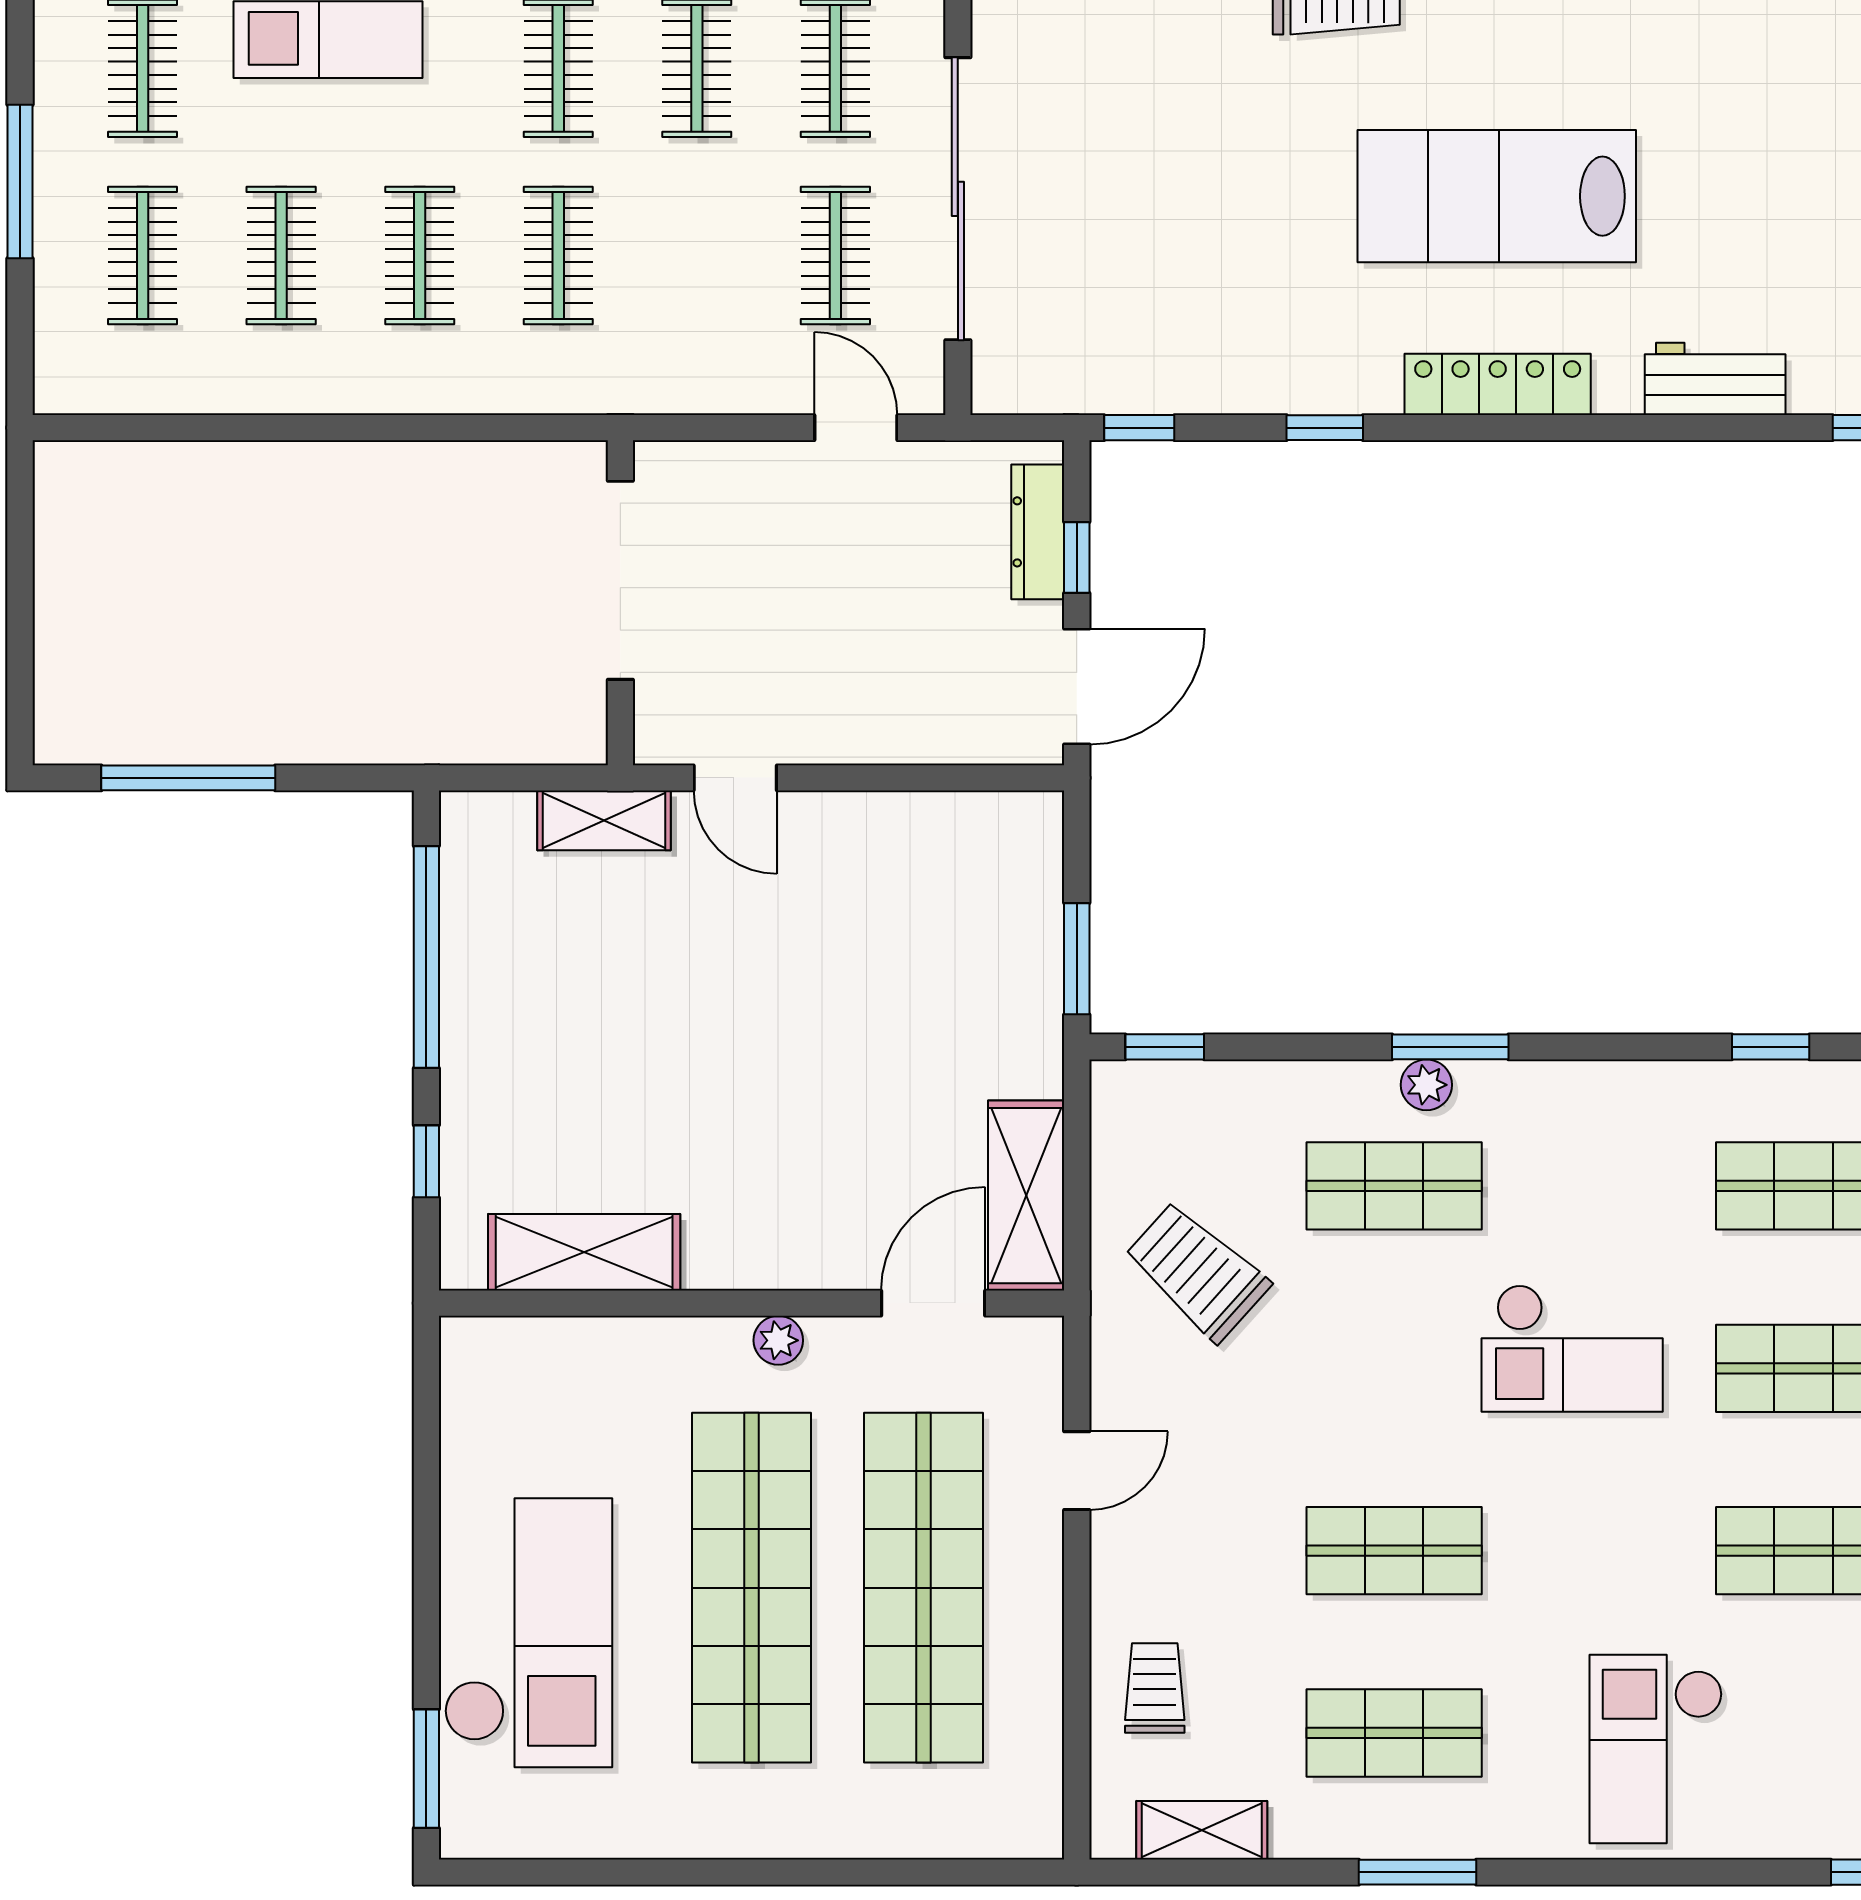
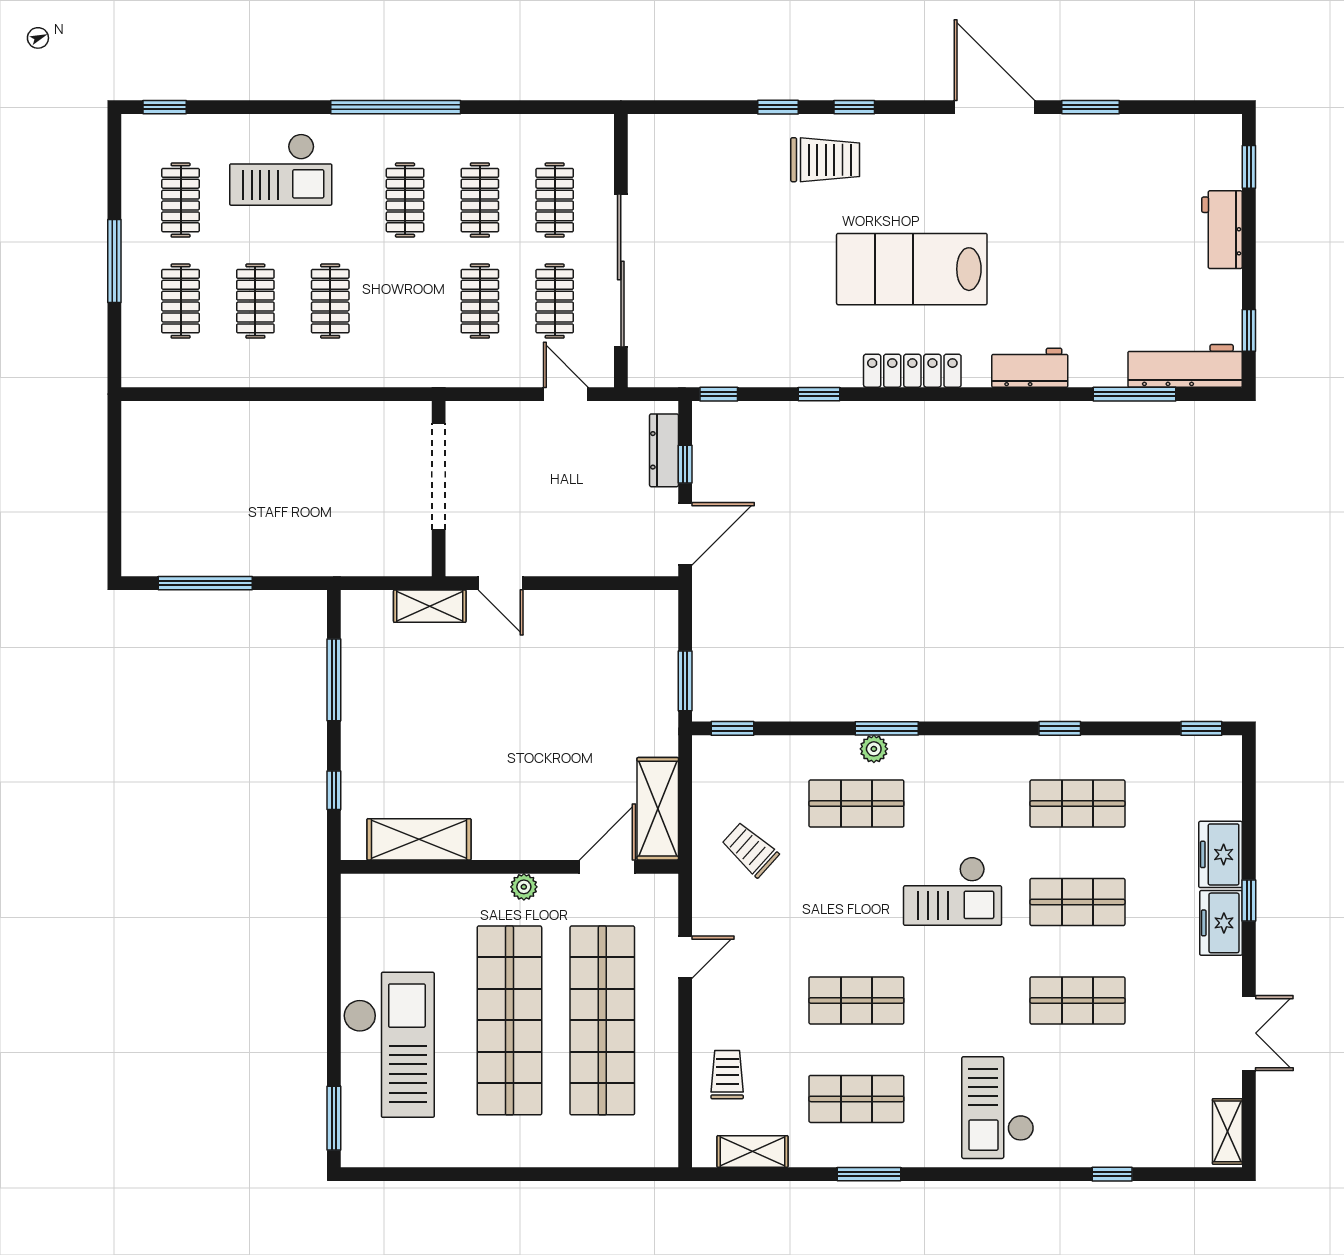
clothes rail: (558, 256) -> (480, 301), moved
window: (426, 957) -> (334, 680), width x0.68
trolley: (1197, 1271) -> (750, 850), width x0.73, depth x0.72

